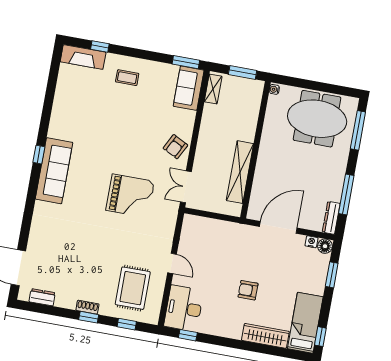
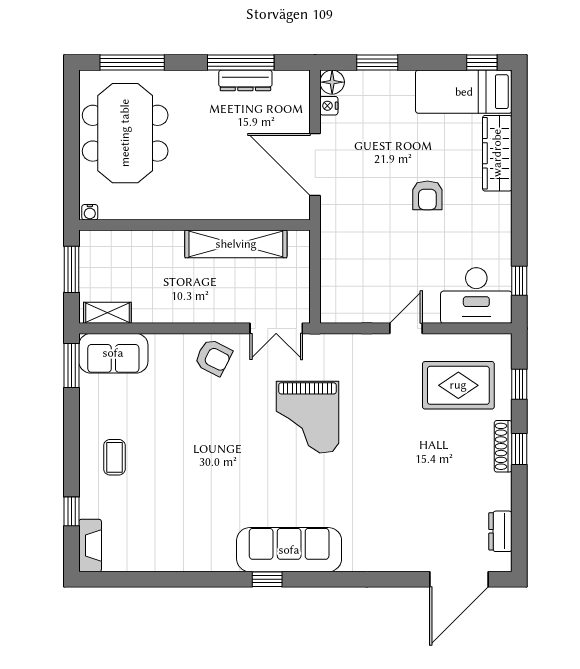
fireplace: (83, 57) -> (90, 546), width x0.73, depth x0.76
grand piano: (130, 196) -> (307, 417), turned 180
dresser: (331, 218) -> (245, 80), moved
shoe rack: (87, 307) -> (503, 446), width x1.43

